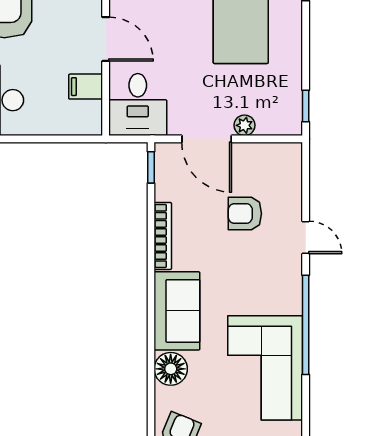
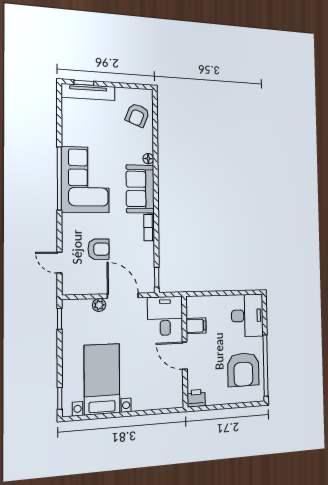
bookcase: (163, 236) -> (149, 228), width x0.64
door: (306, 237) -> (59, 263), moved
corner sofa: (265, 368) -> (85, 180), moved
floor lamp: (171, 369) -> (148, 159), width x0.53, depth x0.53

